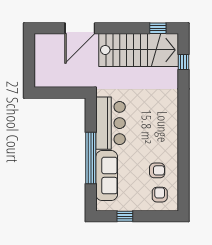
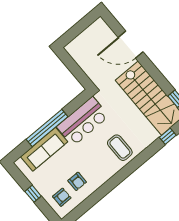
coffee table: (159, 111) -> (120, 148), added
window: (125, 216) -> (33, 194), moved

